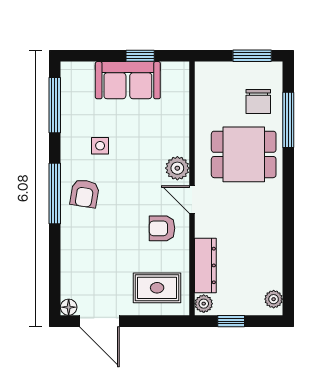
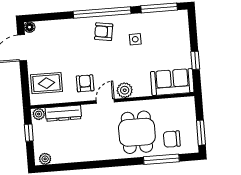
sofa: (128, 80) -> (172, 82), moved, turned 90
window: (55, 194) -> (102, 12), width x1.46
rug: (157, 288) -> (46, 83), turned 90

